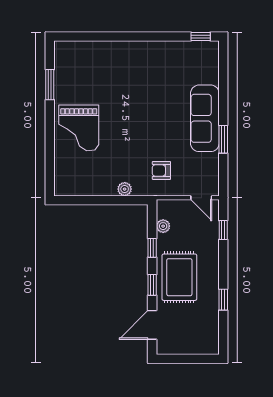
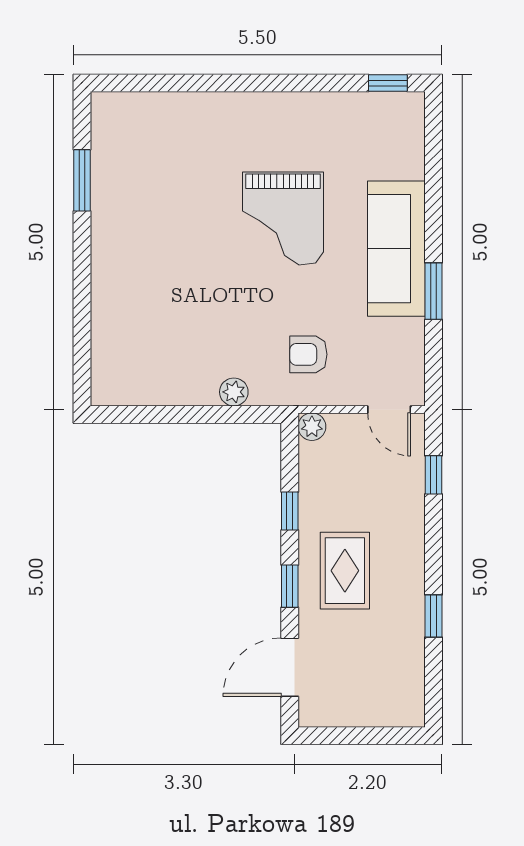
grand piano: (79, 128) -> (283, 218), moved
plant: (163, 226) -> (312, 427), moved
rug: (179, 277) -> (345, 571), width x0.73, depth x0.70

